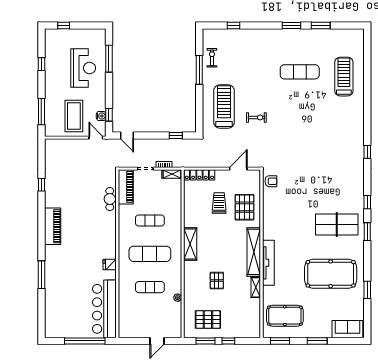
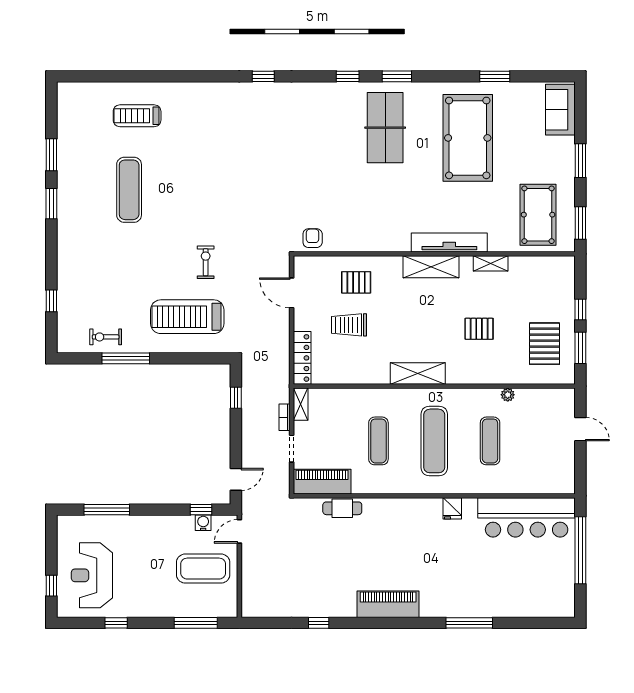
reception desk: (83, 68) -> (92, 575), moved, turned -90
treadmill: (344, 77) -> (137, 116), width x0.73, depth x0.73
pallet: (244, 207) -> (356, 282), width x0.67, depth x0.71
shelving: (254, 252) -> (431, 267), width x0.68

